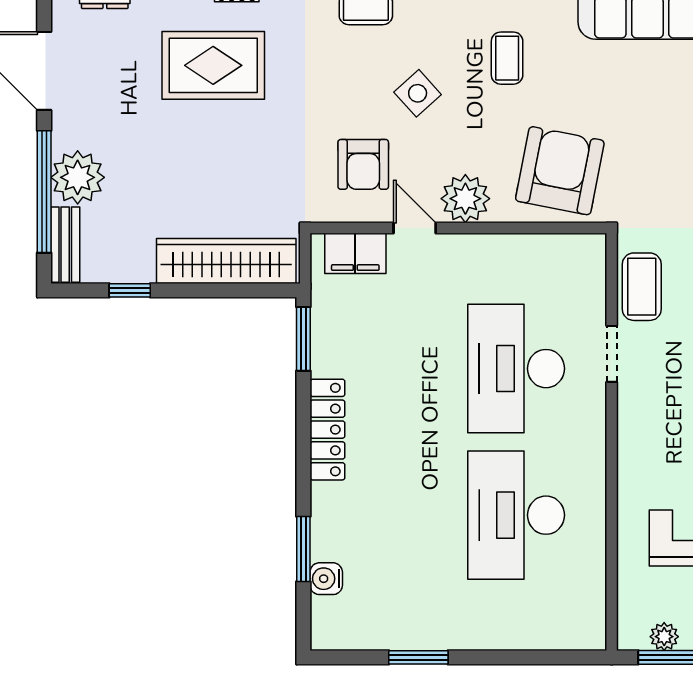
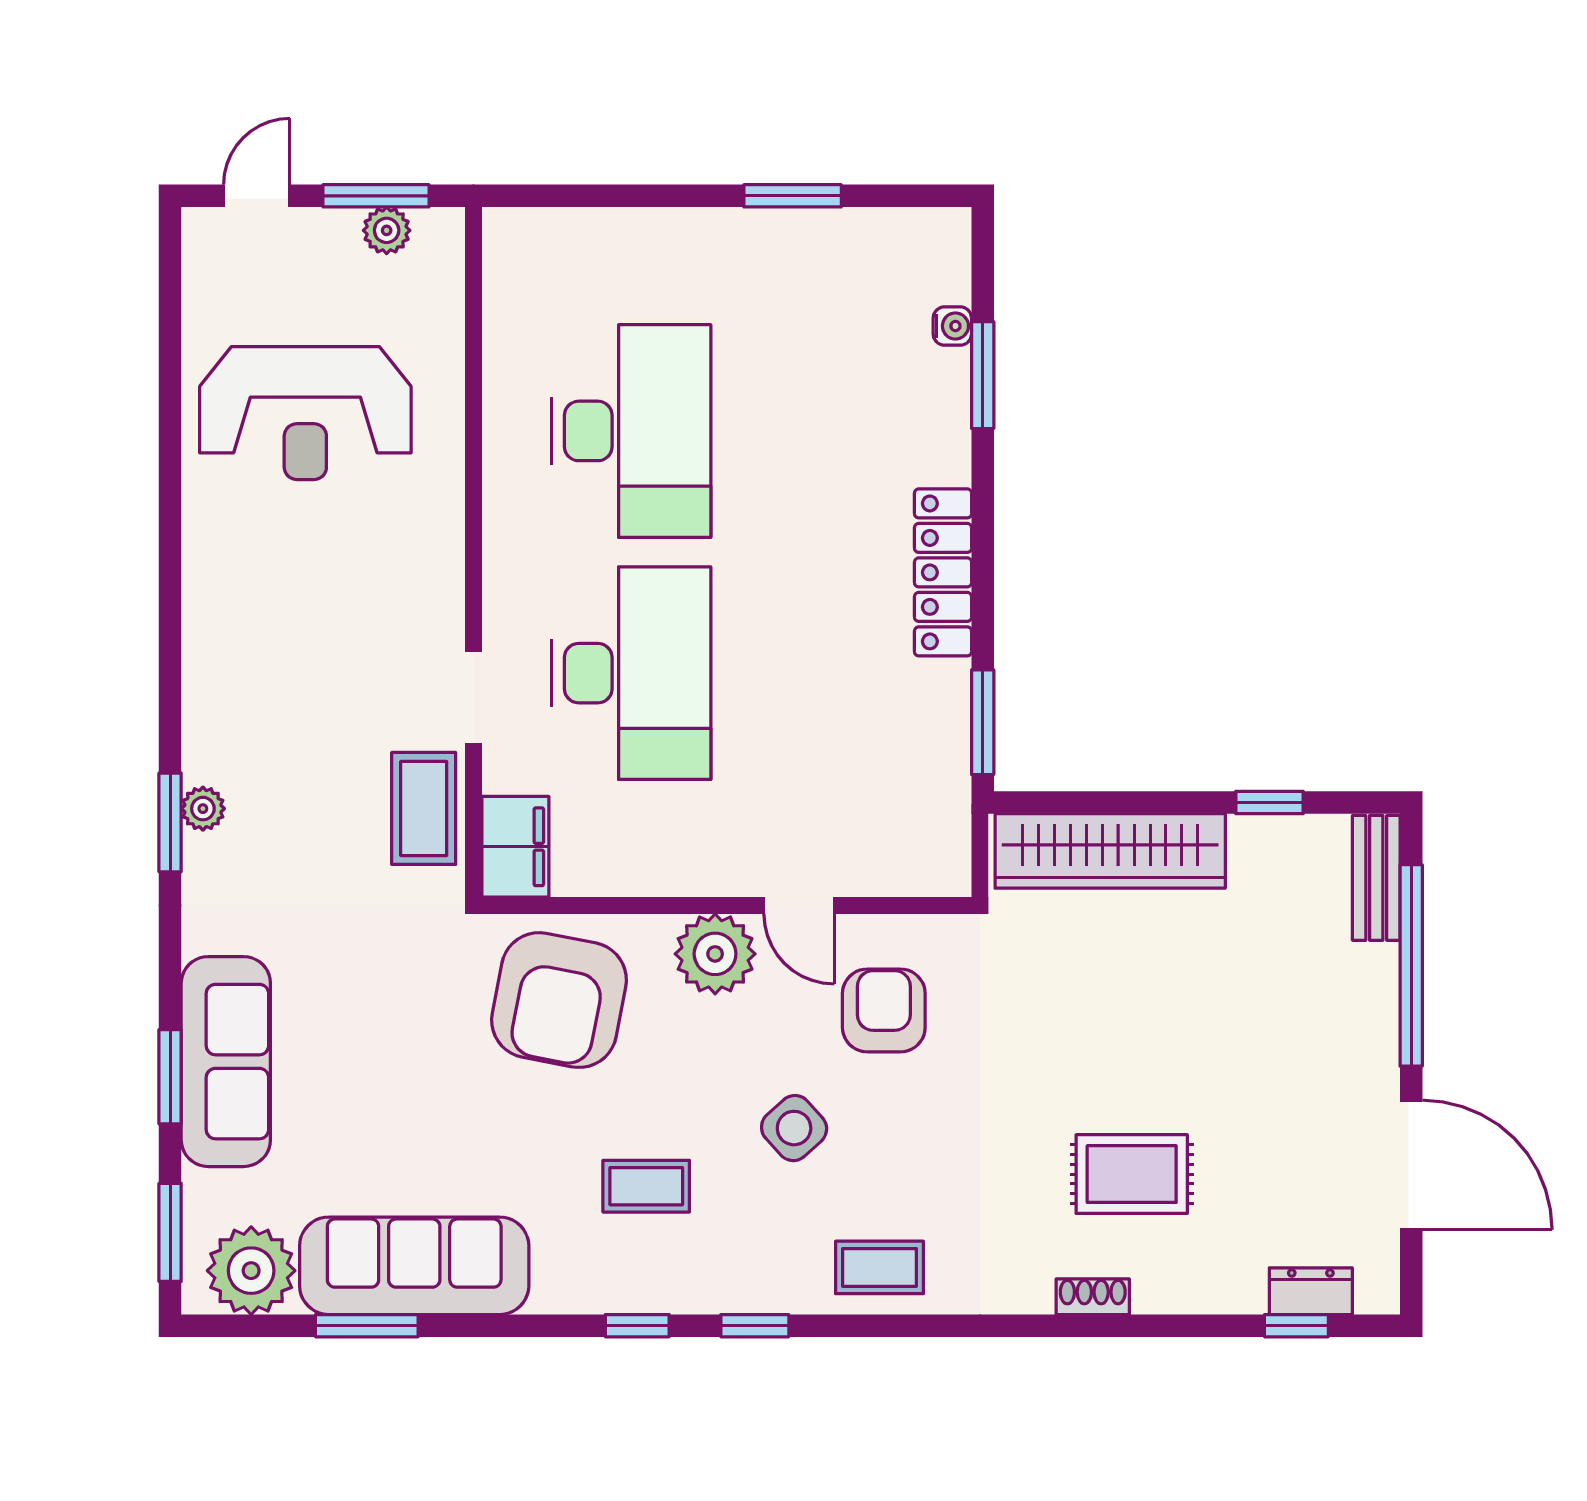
coffee table: (507, 58) -> (646, 1186), turned 90
rug: (213, 65) -> (1132, 1174), width x0.73, depth x0.70
plant: (78, 177) -> (1356, 989), removed
filing cabinet: (355, 253) -> (515, 847), moved, turned 90
water cooler: (326, 579) -> (952, 326), width x0.72, depth x0.72

